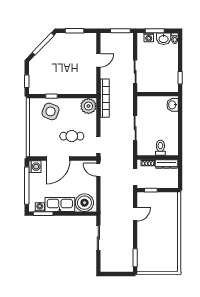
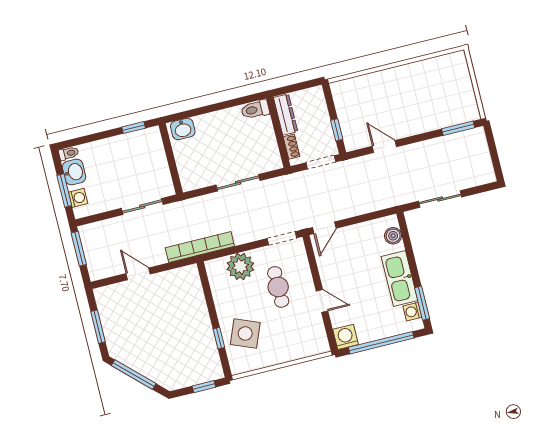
plant: (88, 106) -> (240, 266), moved
toilet: (160, 148) -> (255, 110), moved
door: (58, 159) -> (322, 301), width x0.53
boiler: (84, 203) -> (393, 236), width x0.54, depth x0.54

